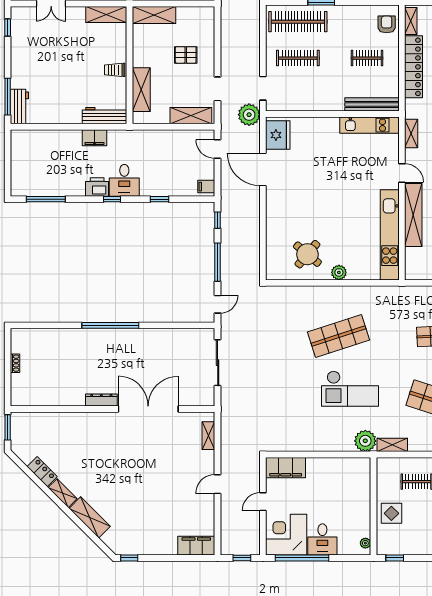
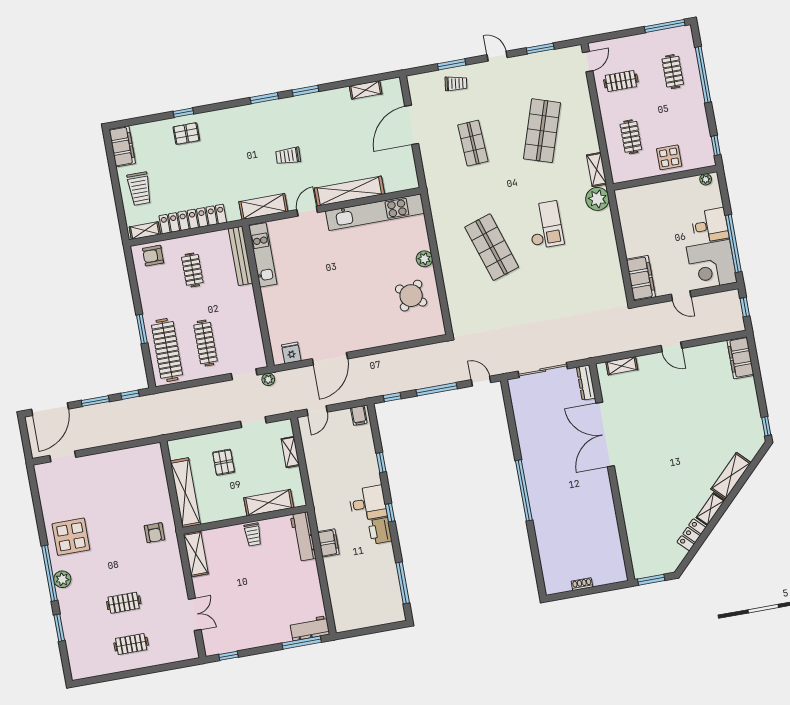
shelving: (154, 15) -> (185, 493), width x1.47
plant: (249, 115) -> (268, 379), width x0.53, depth x0.53
shelving: (191, 116) -> (290, 452), width x0.67, depth x0.75
shelving: (411, 134) -> (263, 207), width x1.50, depth x1.33
fridge: (278, 135) -> (291, 353), width x0.53, depth x0.75
checkout: (350, 389) -> (545, 225), width x0.73, depth x0.83
dresser: (101, 400) -> (586, 383), moved

